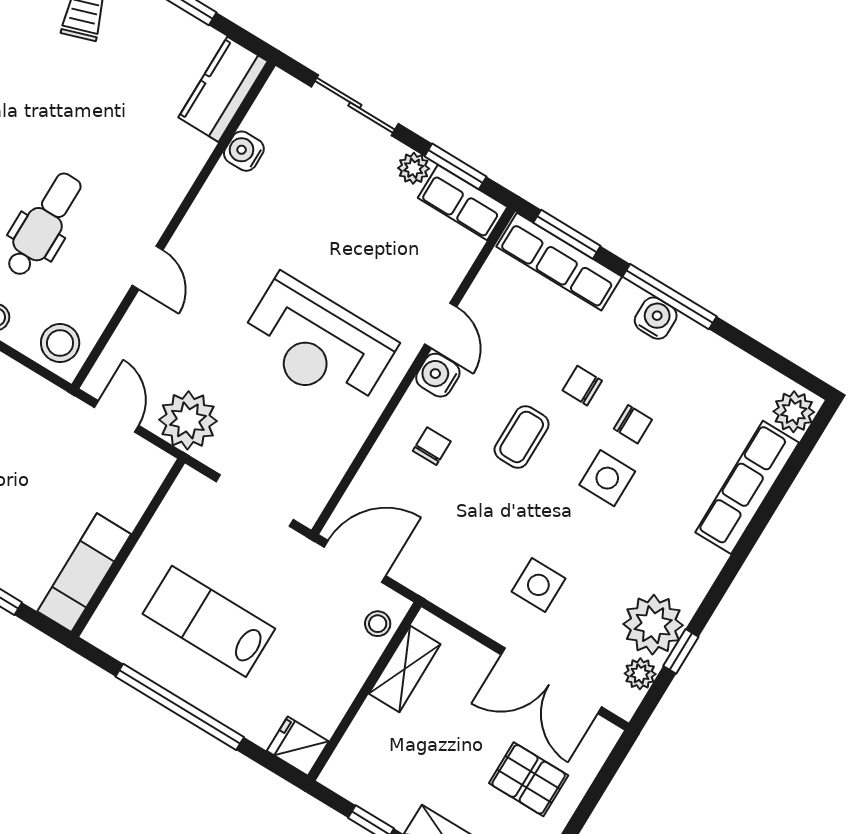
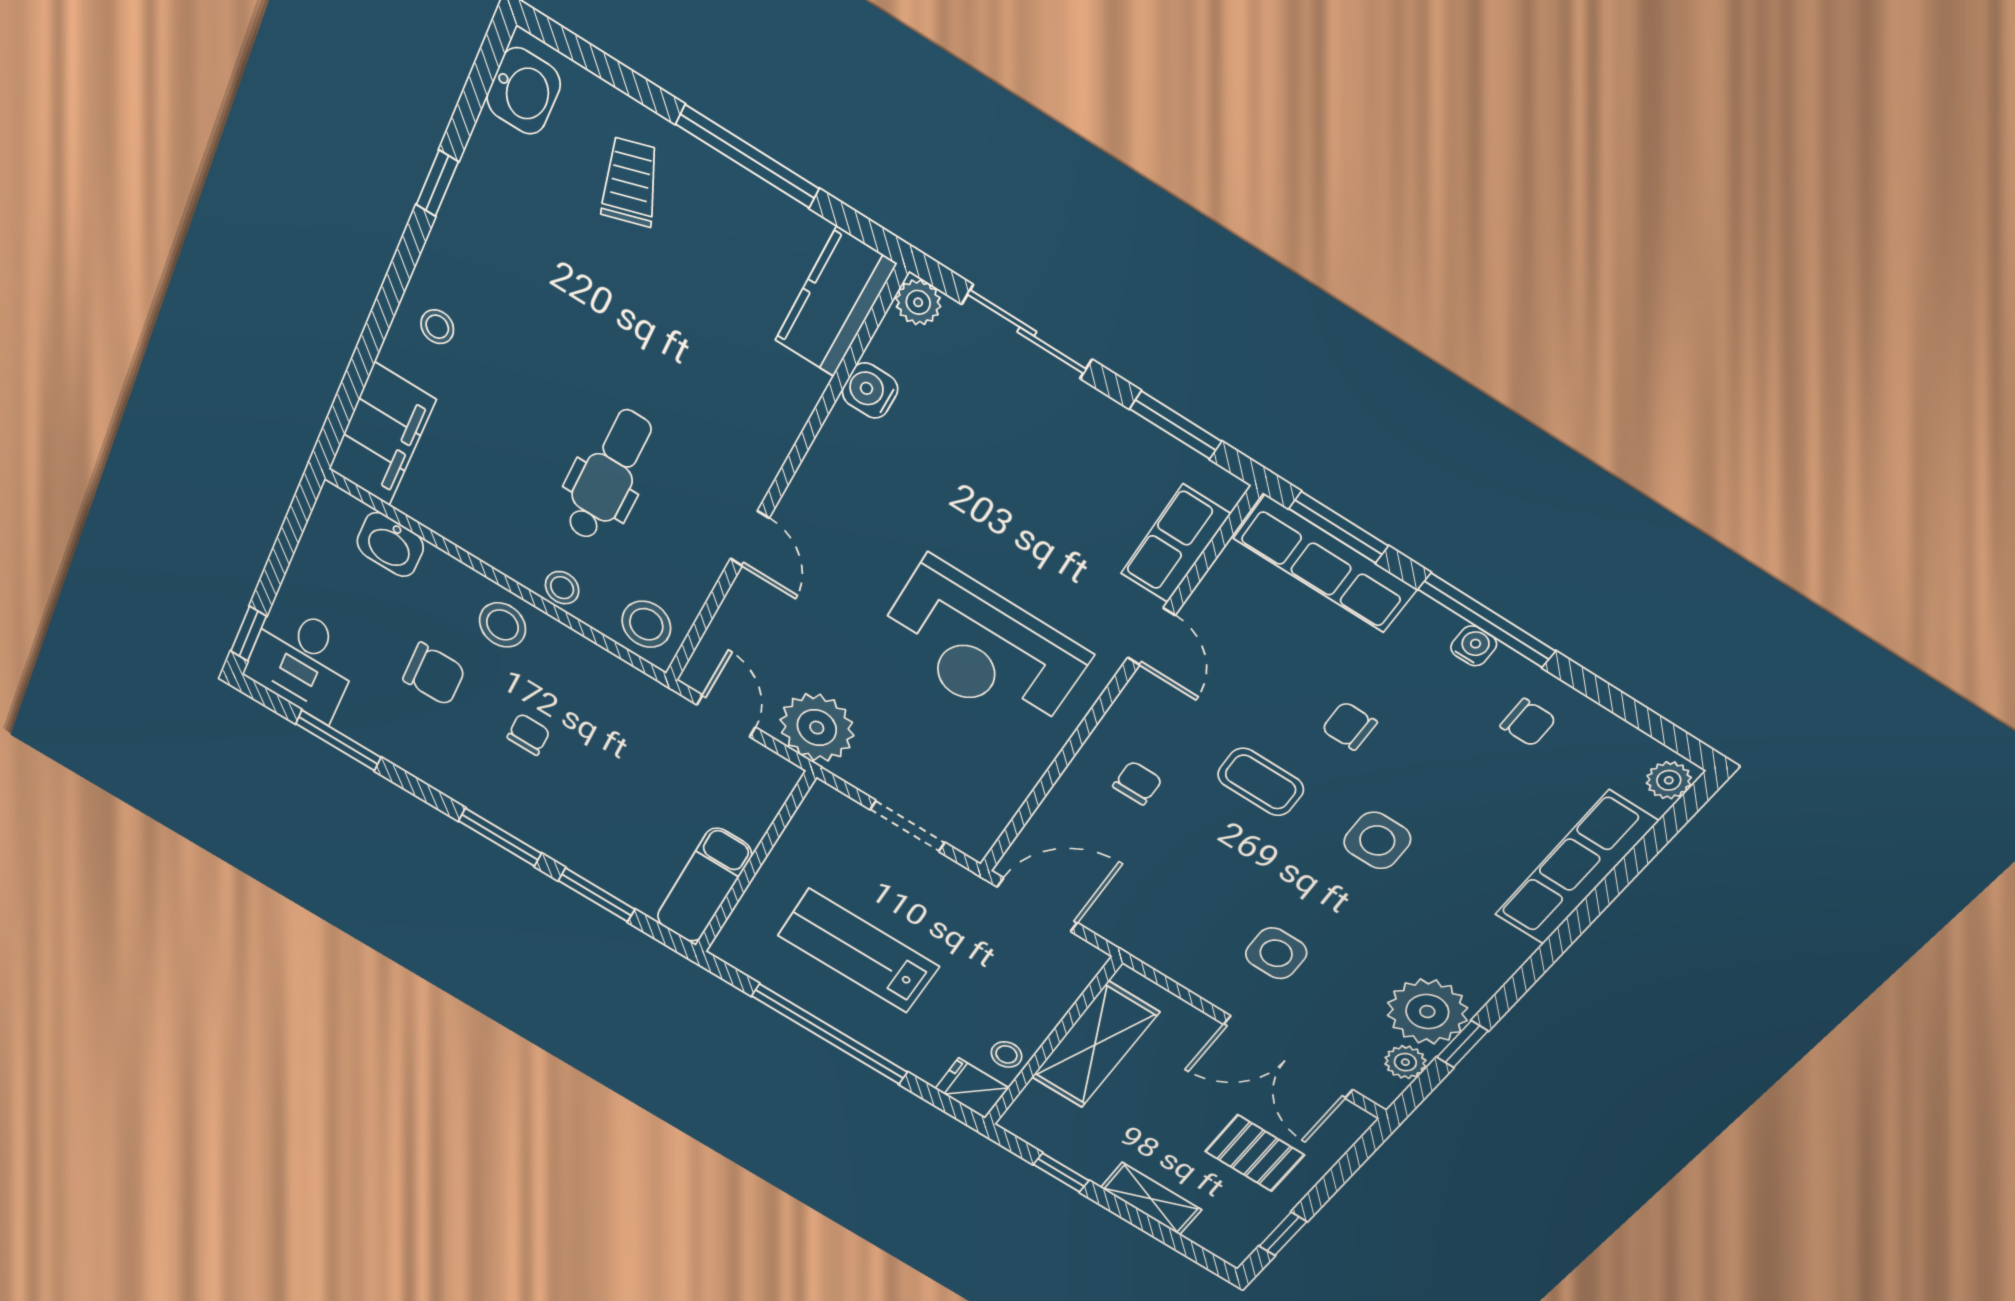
plant: (414, 168) -> (918, 302), moved
row of seats: (463, 202) -> (1175, 544), moved, turned 90
water cooler: (656, 318) -> (1474, 646), width x0.72, depth x0.72
water cooler: (438, 375) -> (1147, 698), removed
plant: (794, 412) -> (1669, 780), width x0.73, depth x0.73
chair: (633, 424) -> (1528, 723), moved
coffee table: (522, 437) -> (1261, 782), turned 90
doorway: (255, 501) -> (907, 826), width x0.73
stool: (378, 624) -> (1006, 1054), moved
shelving: (405, 669) -> (1095, 1045), width x1.50, depth x1.33

